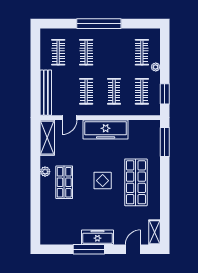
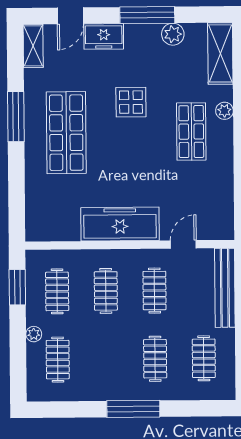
window: (99, 24) -> (133, 409), width x0.68
shelving: (47, 138) -> (220, 53), moved
window: (165, 142) -> (16, 117), moved
plant: (45, 172) -> (224, 111), moved
display table: (103, 181) -> (131, 102), moved
freezer: (97, 237) -> (104, 36), moved, width x0.71
plant: (74, 238) -> (173, 34), added

